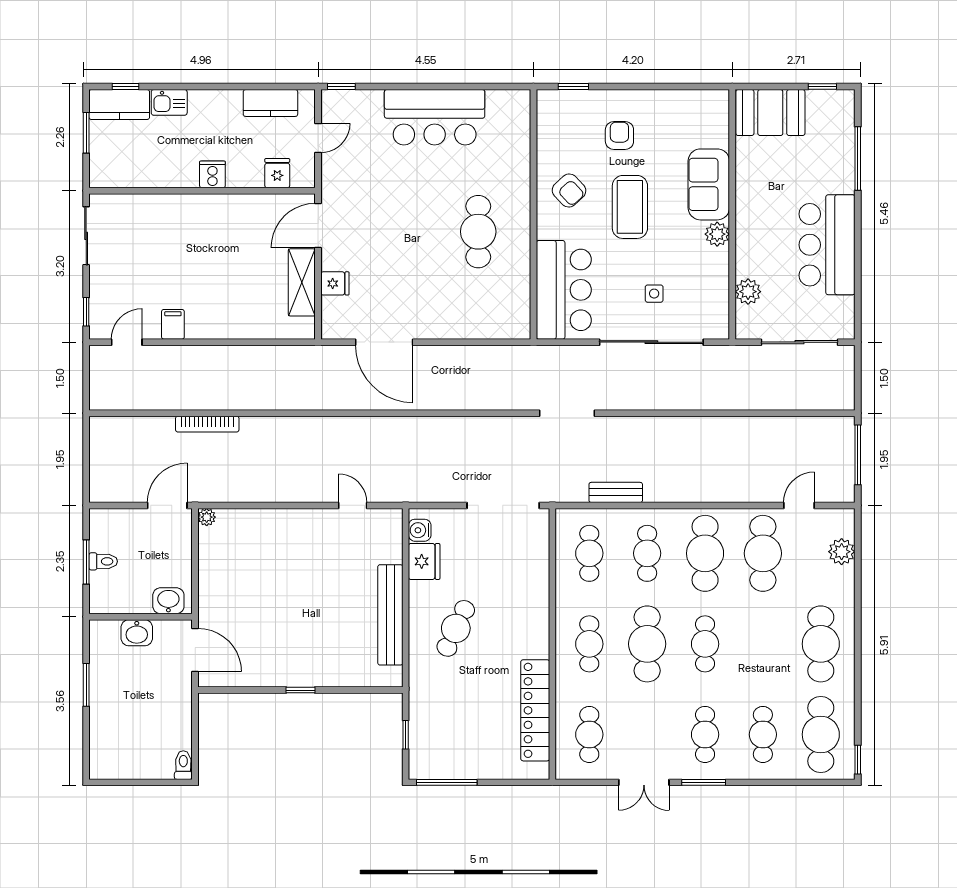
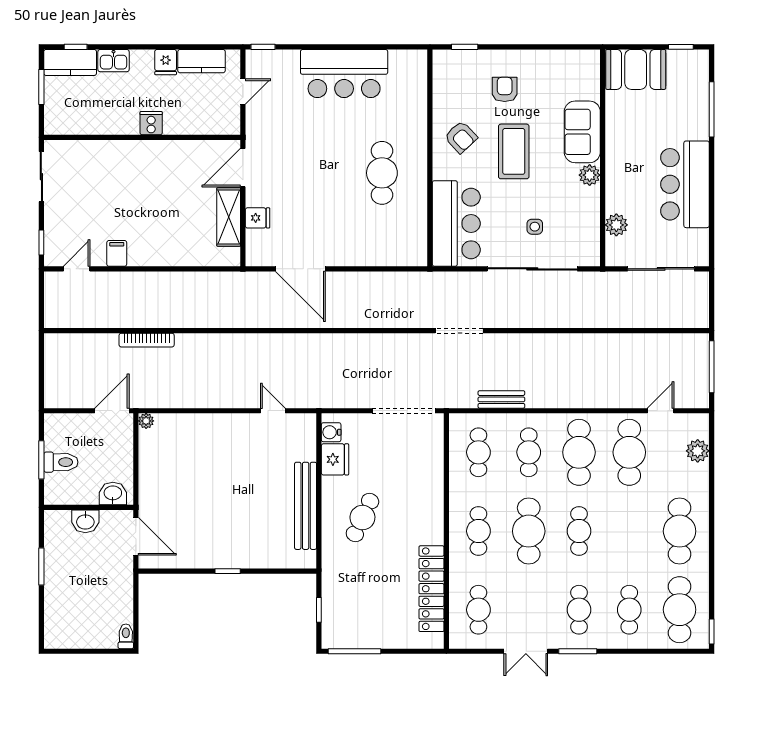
fridge: (277, 173) -> (166, 62), moved, turned 180
toilet: (103, 561) -> (61, 462), width x1.37, depth x1.39

